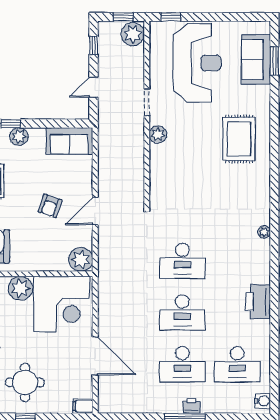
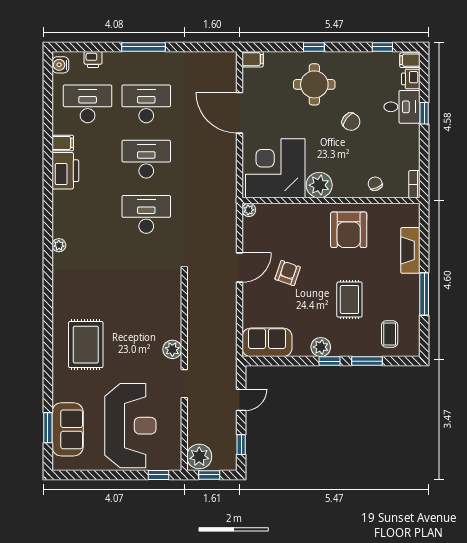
reception desk: (197, 63) -> (130, 426), turned 180
plant: (81, 259) -> (249, 210), width x0.53, depth x0.53
filing cabinet: (260, 328) -> (63, 143), added
printer: (192, 406) -> (93, 59), moved

